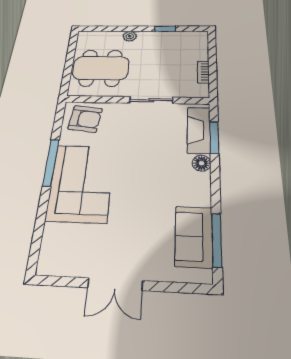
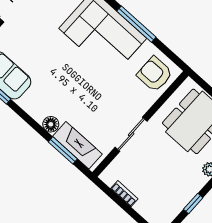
armchair: (85, 119) -> (155, 74), turned 83

